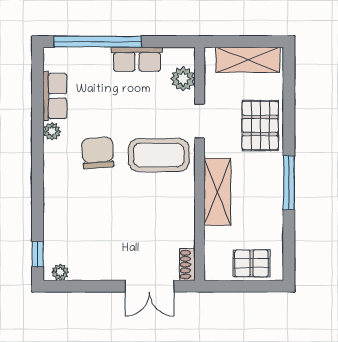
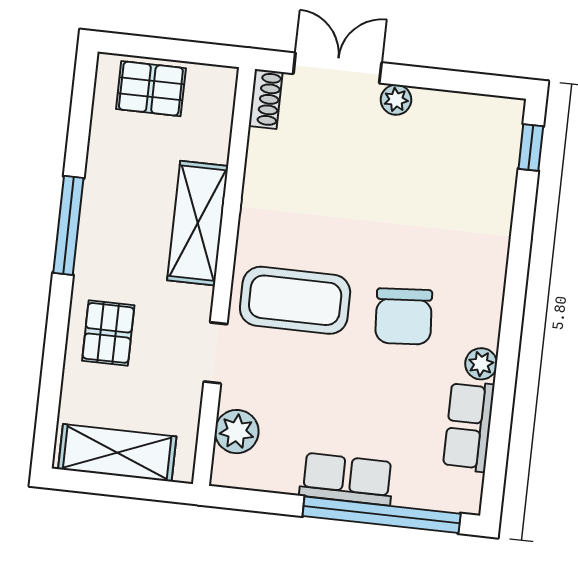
row of seats: (137, 59) -> (347, 479), moved
pallet: (260, 126) -> (108, 333), width x0.67, depth x0.71
plant: (60, 272) -> (396, 100), moved

